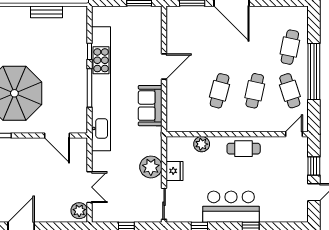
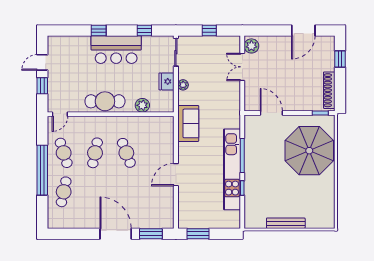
bench: (46, 12) -> (286, 223), width x1.36
kitchen unit: (101, 89) -> (232, 169), width x0.73
cafe table: (220, 91) -> (126, 153), turned -36
sofa: (150, 106) -> (188, 123), moved
cafe table: (244, 149) -> (105, 101), width x1.37, depth x1.35
plant: (151, 167) -> (183, 85), width x0.53, depth x0.53

